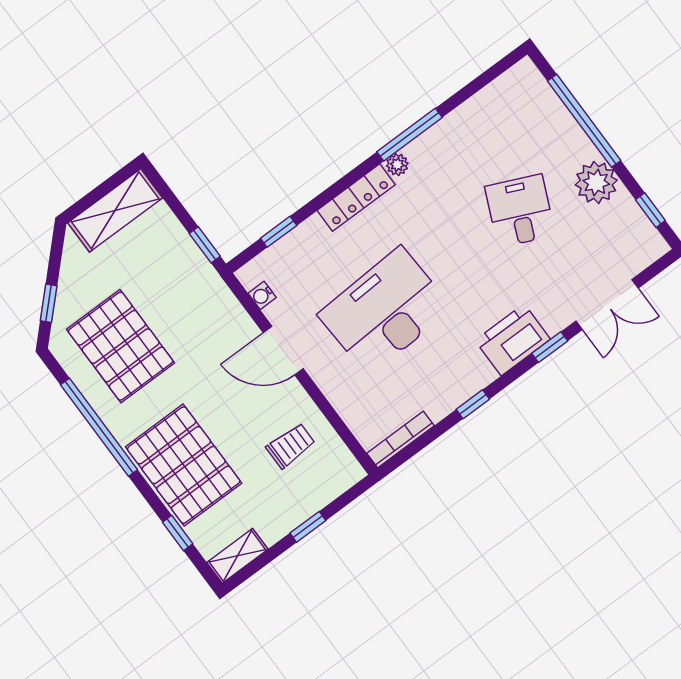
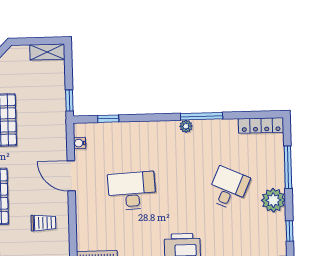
window: (584, 121) -> (288, 167), width x0.68
locker: (356, 198) -> (261, 125), moved
shelving: (115, 210) -> (47, 52), width x0.67, depth x0.75
desk: (385, 311) -> (132, 191), width x0.73, depth x0.77

